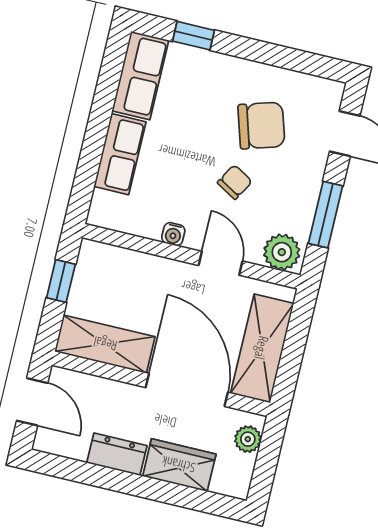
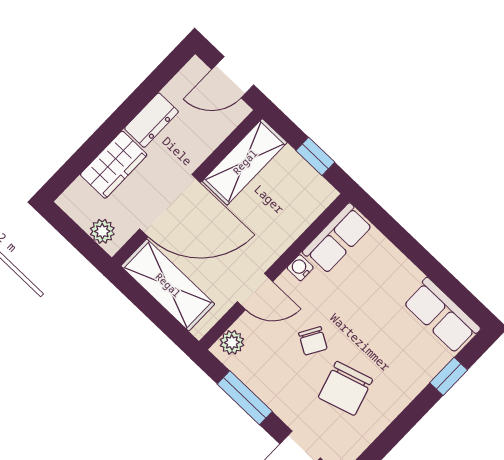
row of seats: (120, 154) -> (337, 238), moved, turned -90
plant: (282, 252) -> (232, 342), width x0.73, depth x0.73

